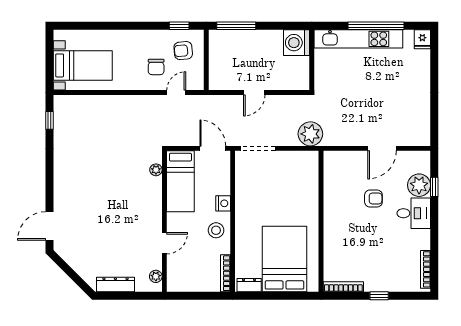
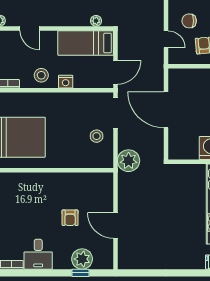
door: (254, 93) -> (166, 110), width x1.88
stool: (283, 169) -> (97, 136), added
desk: (414, 213) -> (38, 254), moved

